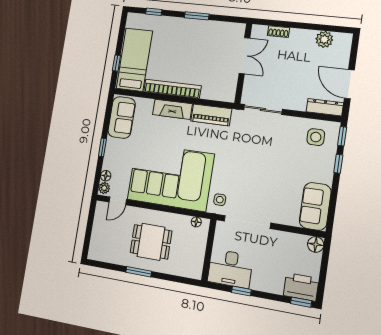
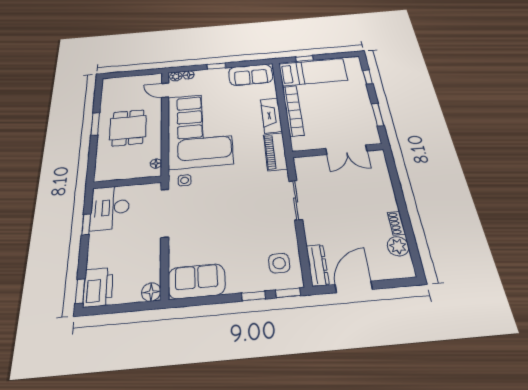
shoe rack: (278, 32) -> (396, 223), moved
double door: (244, 56) -> (346, 150), moved
wall: (243, 63) -> (338, 151), moved

